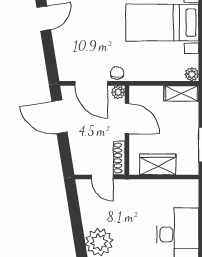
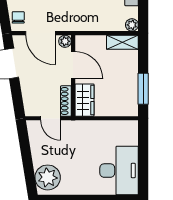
chair: (117, 73) -> (18, 17), moved
wardrobe: (158, 164) -> (84, 100), moved, turned 90

